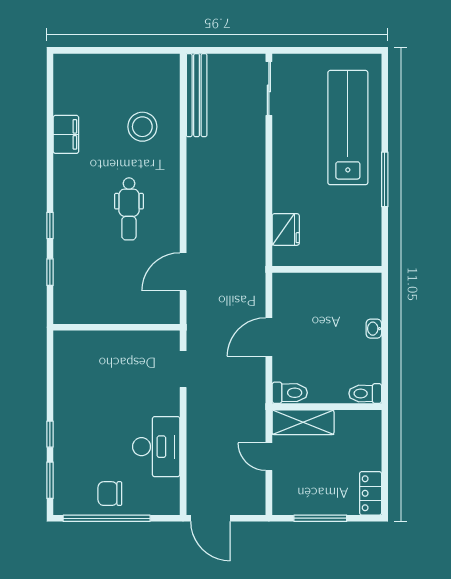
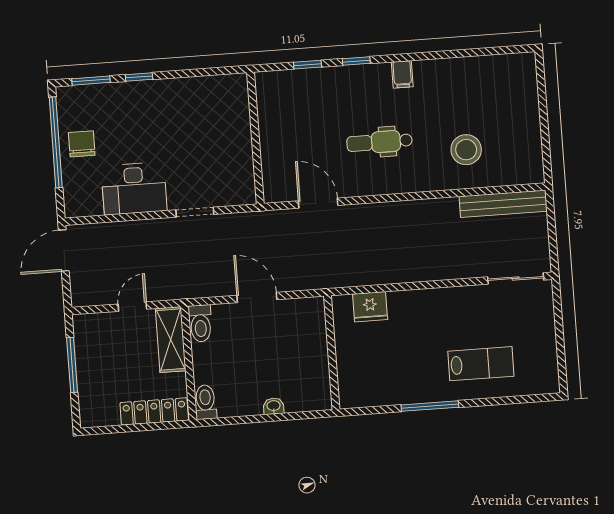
lab bench: (348, 128) -> (481, 364), width x0.54, depth x0.72
filing cabinet: (66, 134) -> (402, 74), moved, width x0.50
doorway: (183, 369) -> (195, 212), moved
locker: (371, 493) -> (154, 411), moved, width x1.53

